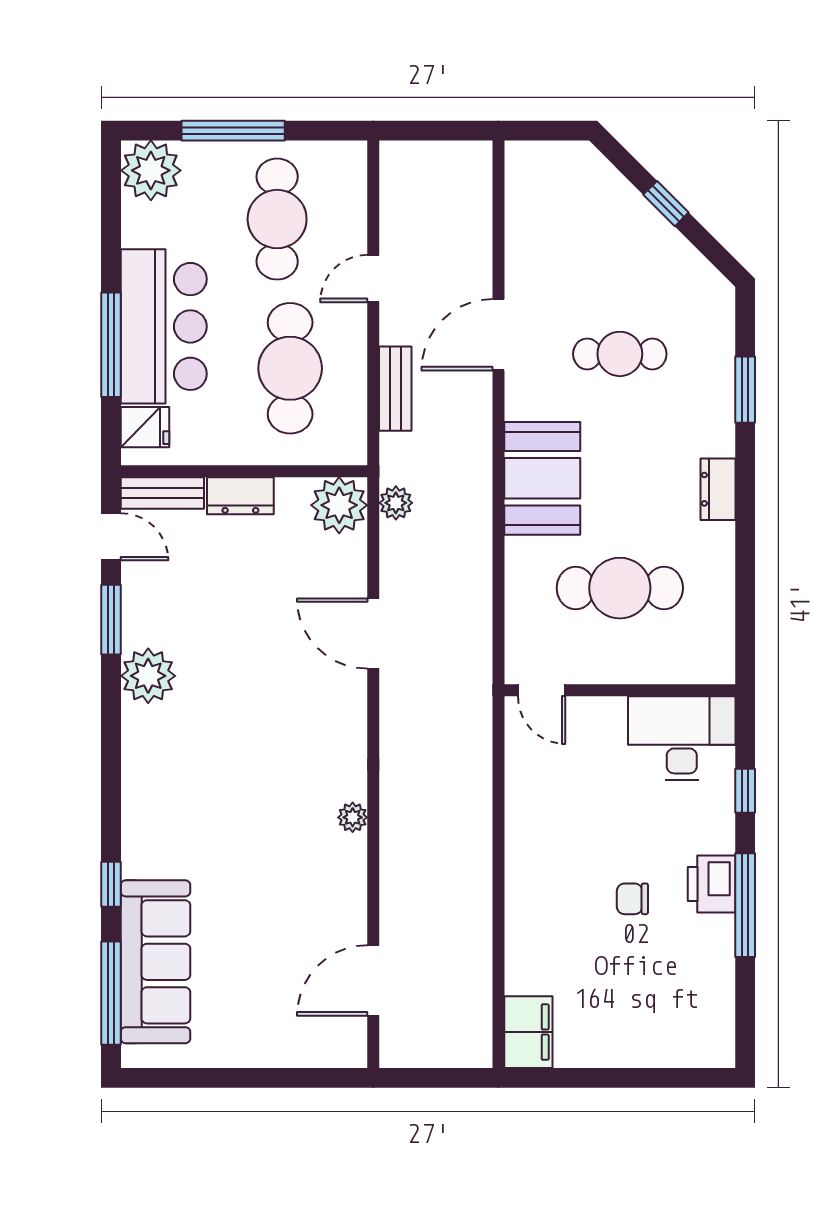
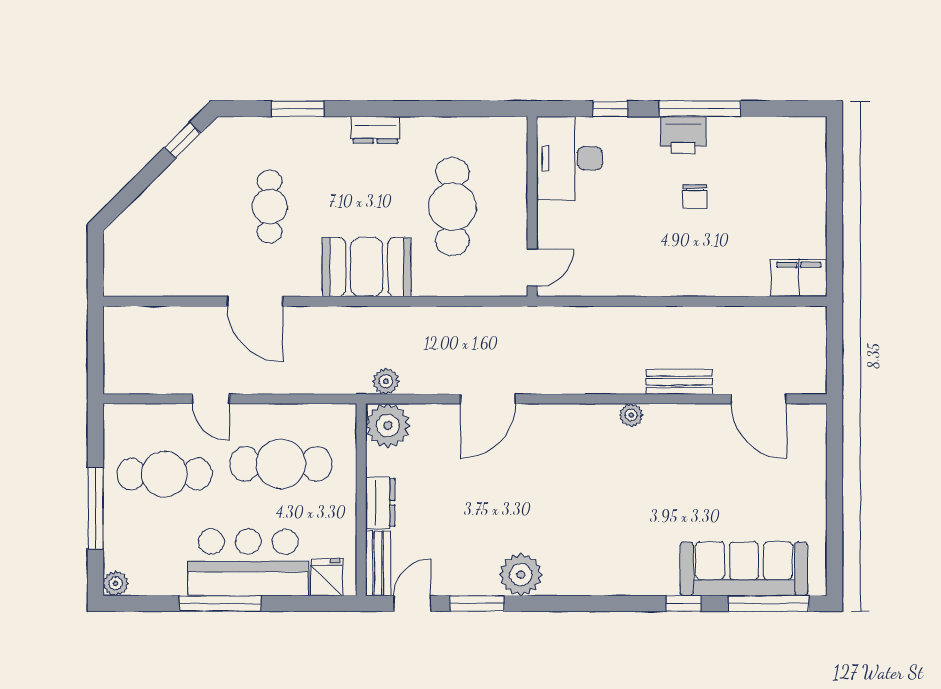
plant: (151, 170) -> (116, 583), width x0.53, depth x0.53
window: (666, 204) -> (183, 140), moved
window: (111, 345) -> (220, 604), moved
bench: (395, 389) -> (679, 382), moved

